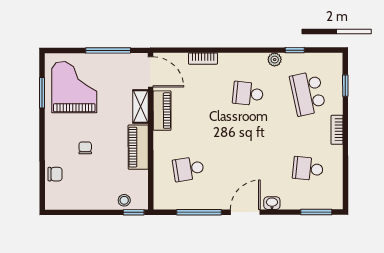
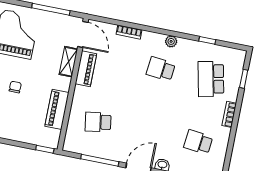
plant: (275, 60) -> (171, 41), moved
piano: (138, 147) -> (57, 109), moved
stool: (124, 200) -> (39, 138), removed

